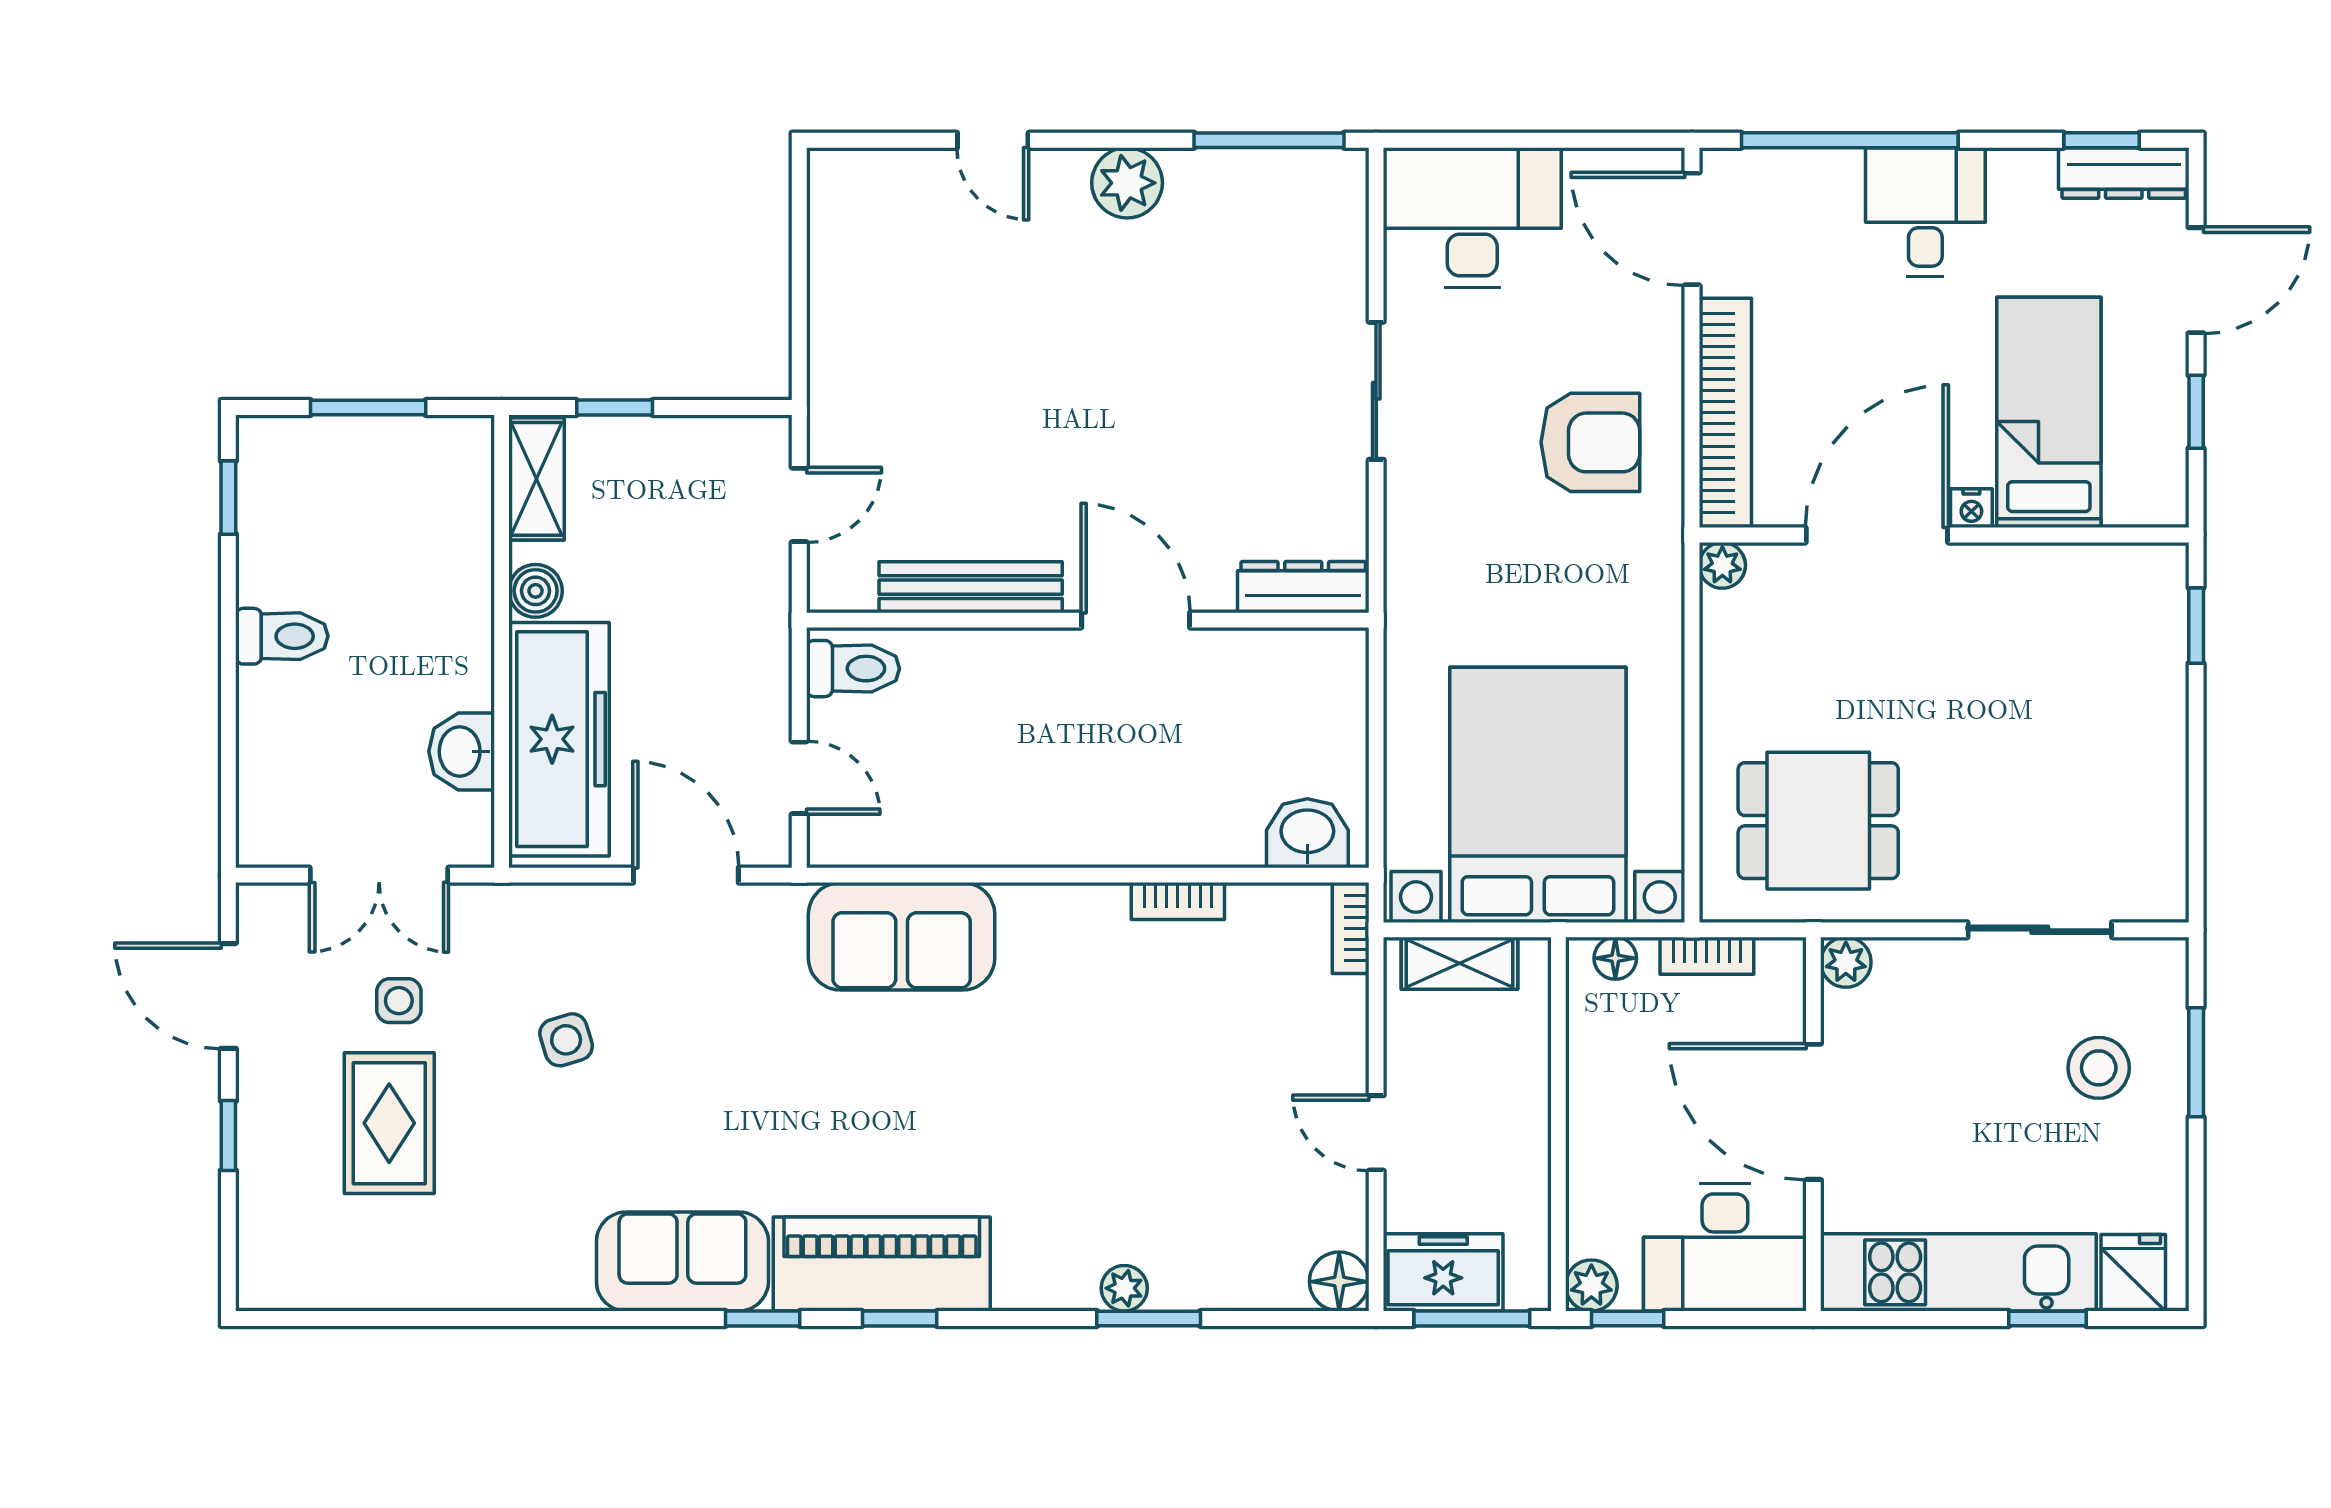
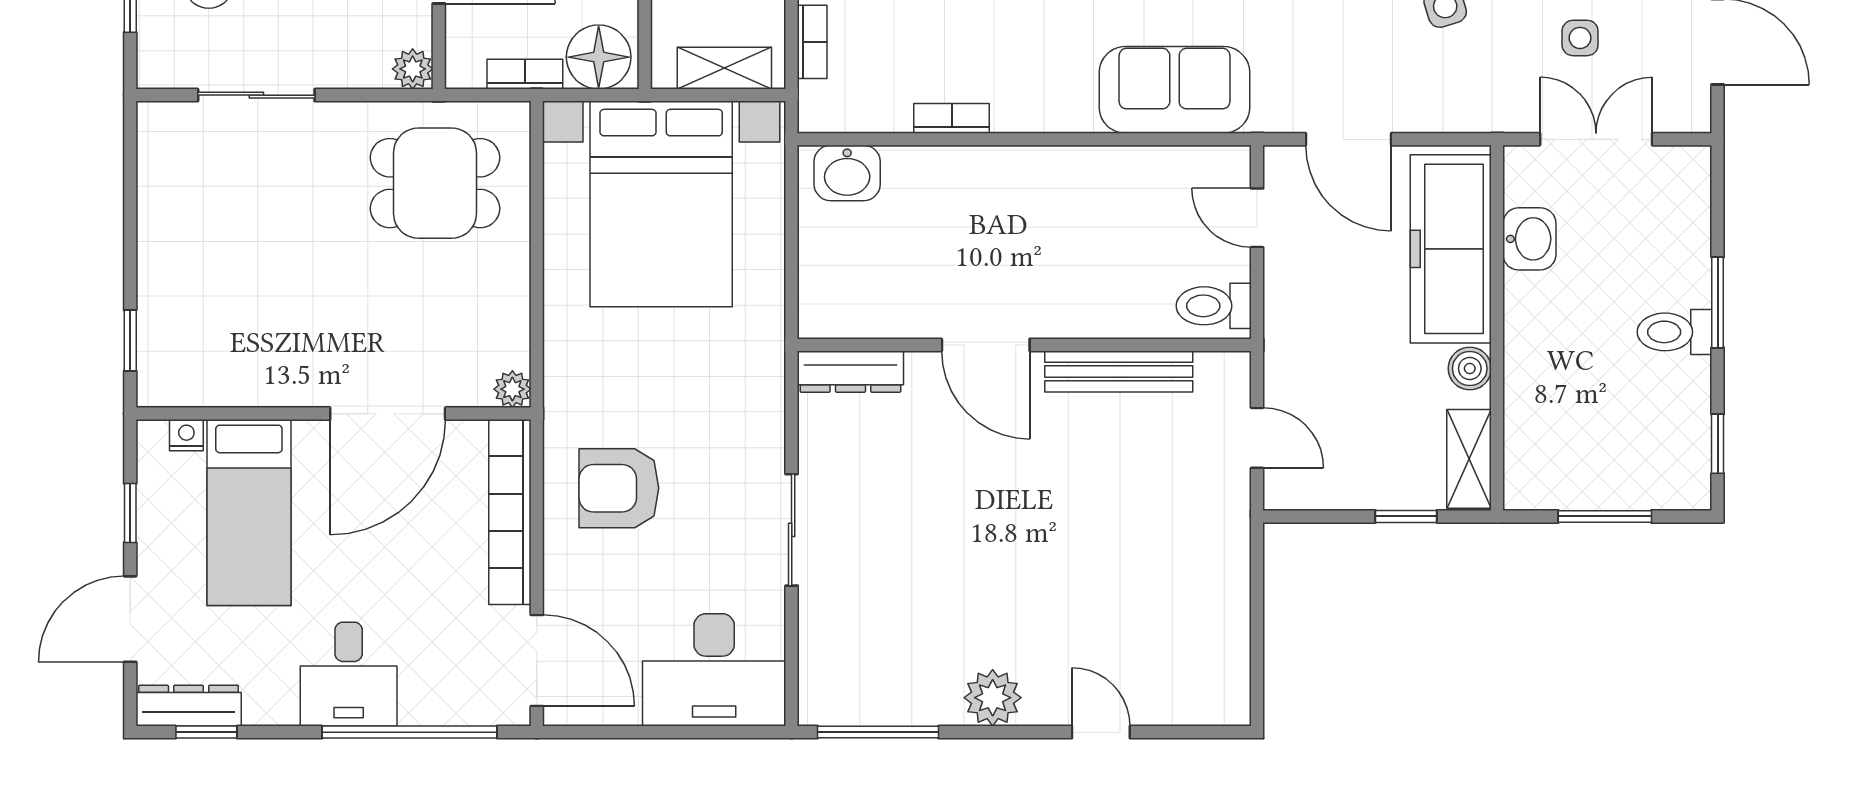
door: (799, 505) -> (1257, 438), swing flipped
nightstand: (1971, 508) -> (186, 435), moved
window: (228, 673) -> (1718, 302), added
bookcase: (1351, 928) -> (812, 42), moved
floor lamp: (1615, 958) -> (599, 57), width x1.89, depth x1.89

